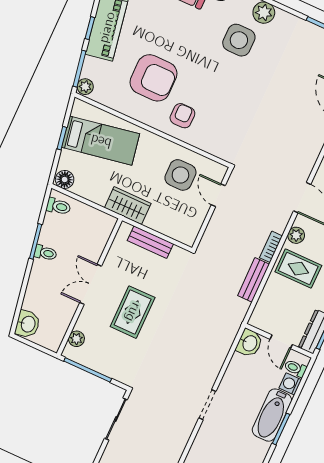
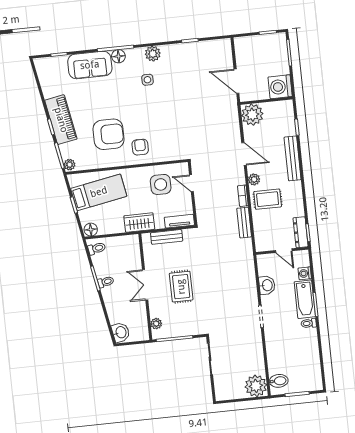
side table: (239, 40) -> (147, 80), width x0.54, depth x0.54
tv unit: (177, 232) -> (179, 221), added
washbasin: (249, 343) -> (267, 285), moved
toilet: (295, 368) -> (309, 323), moved

